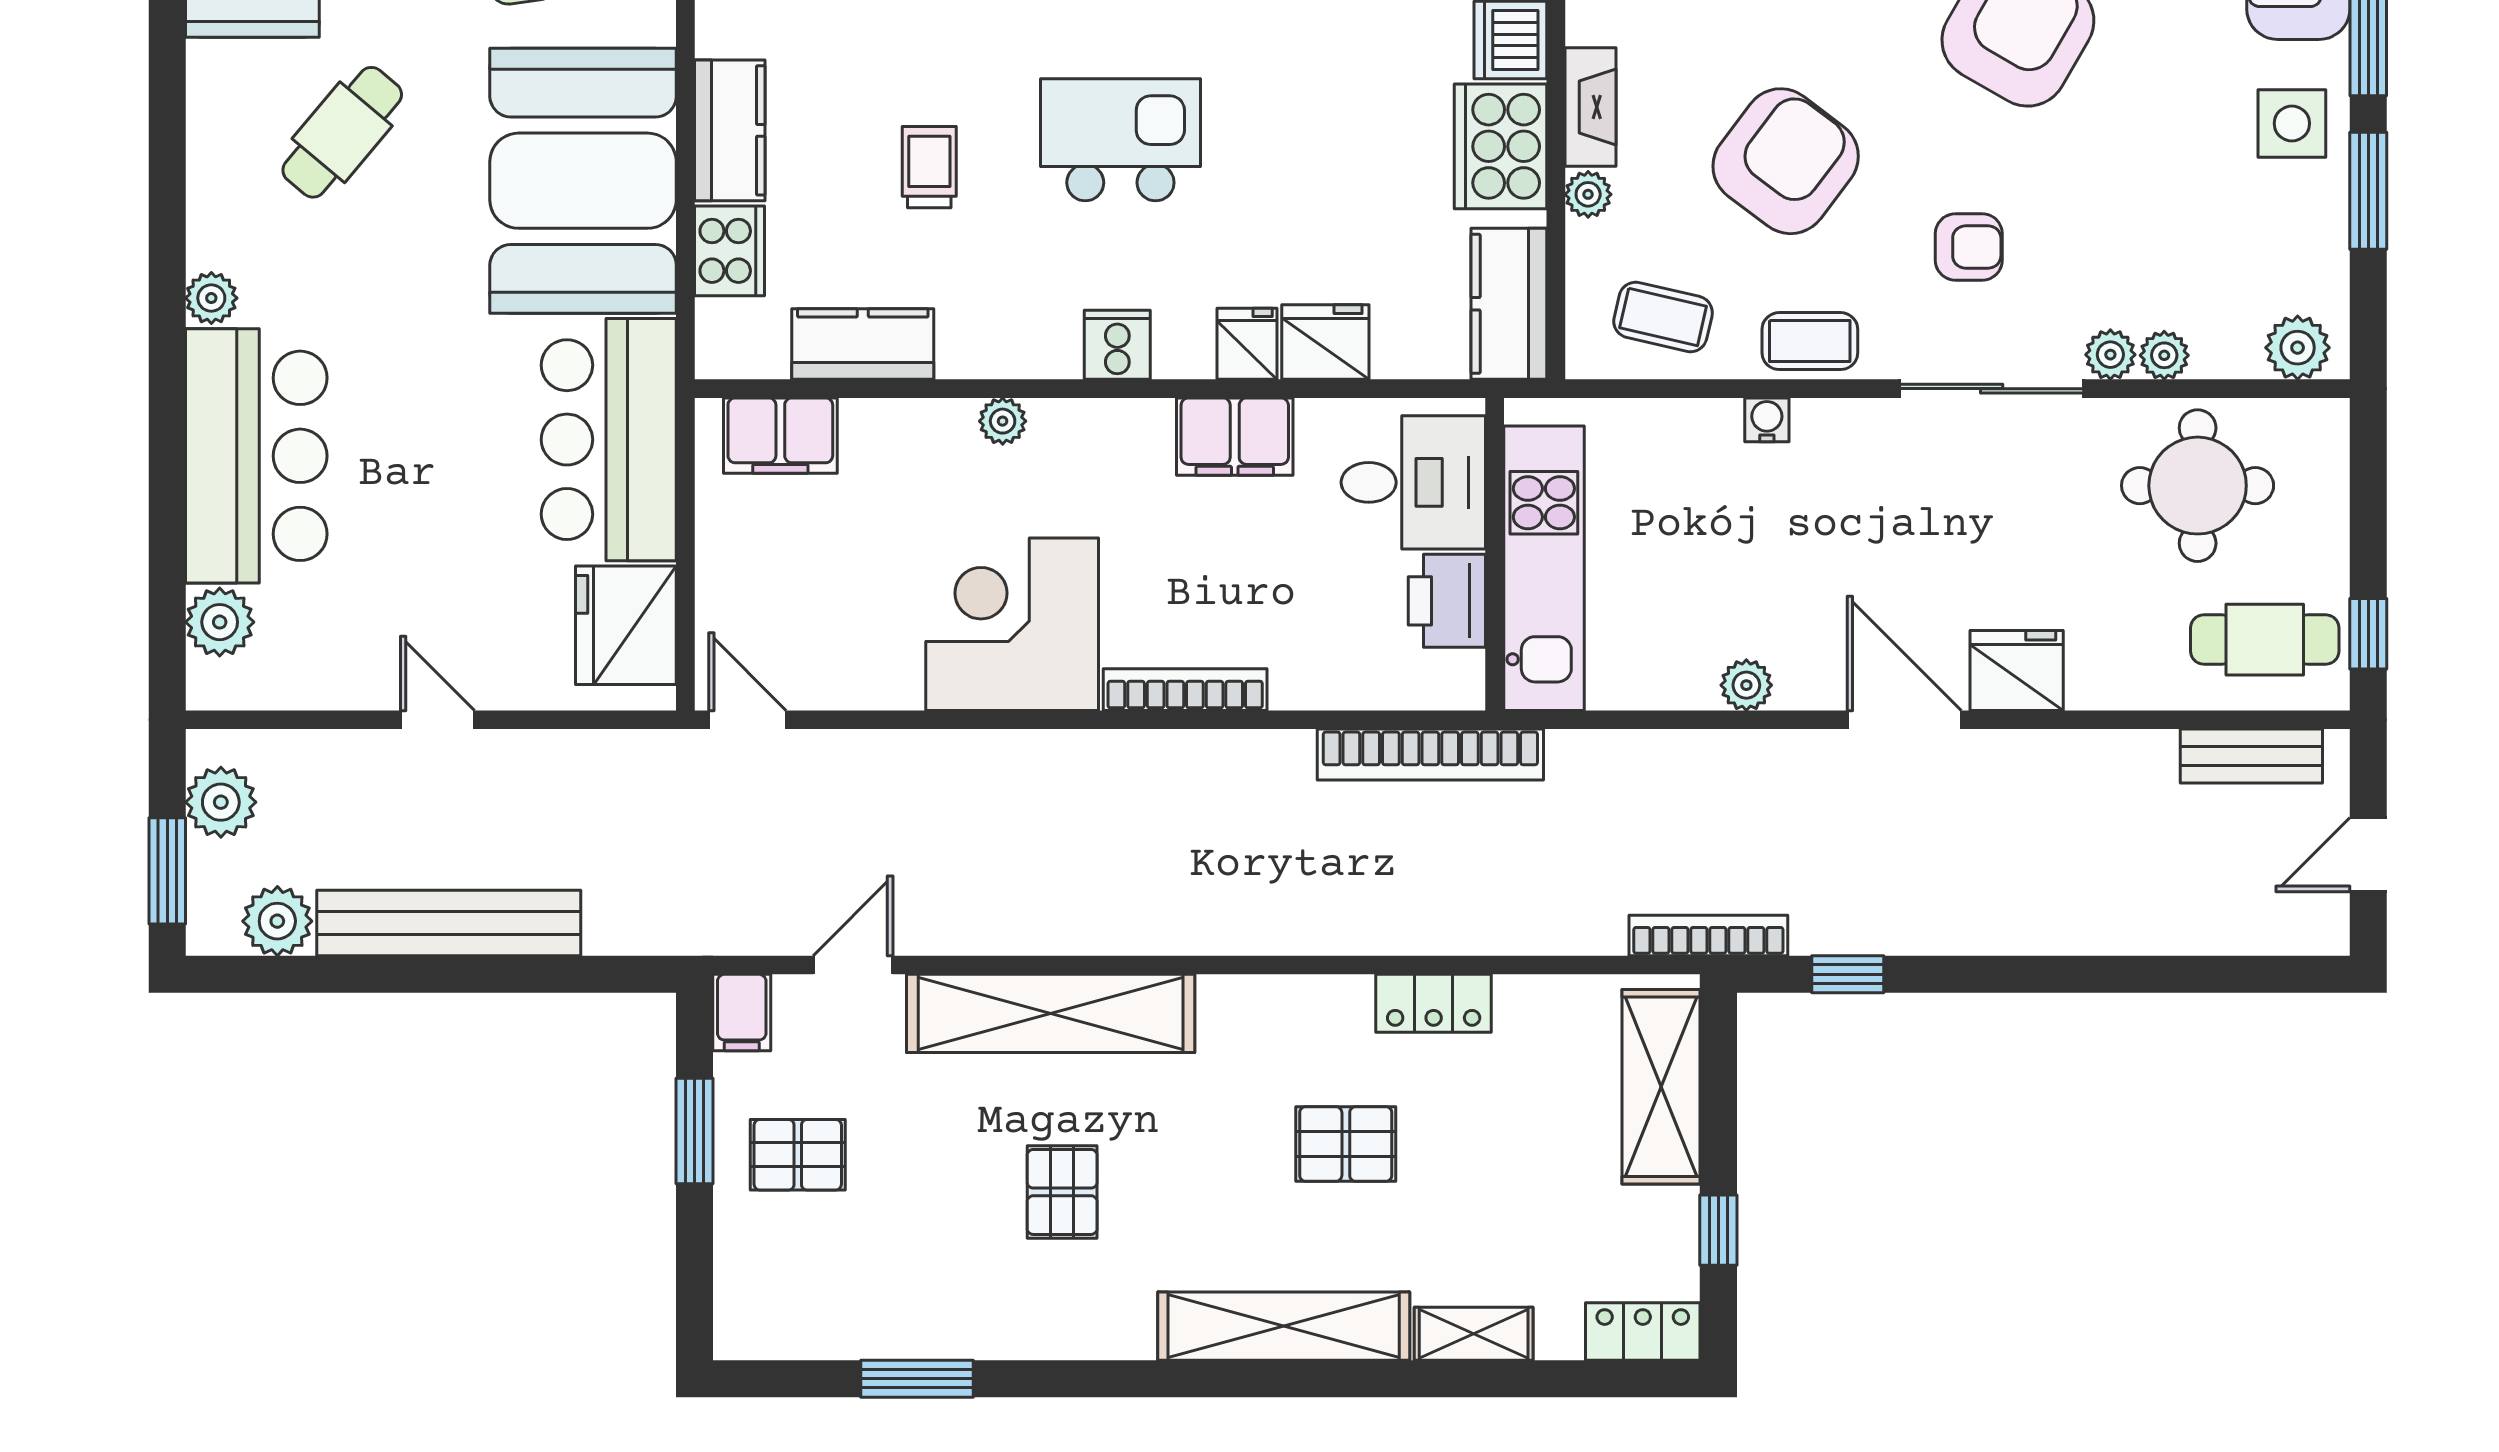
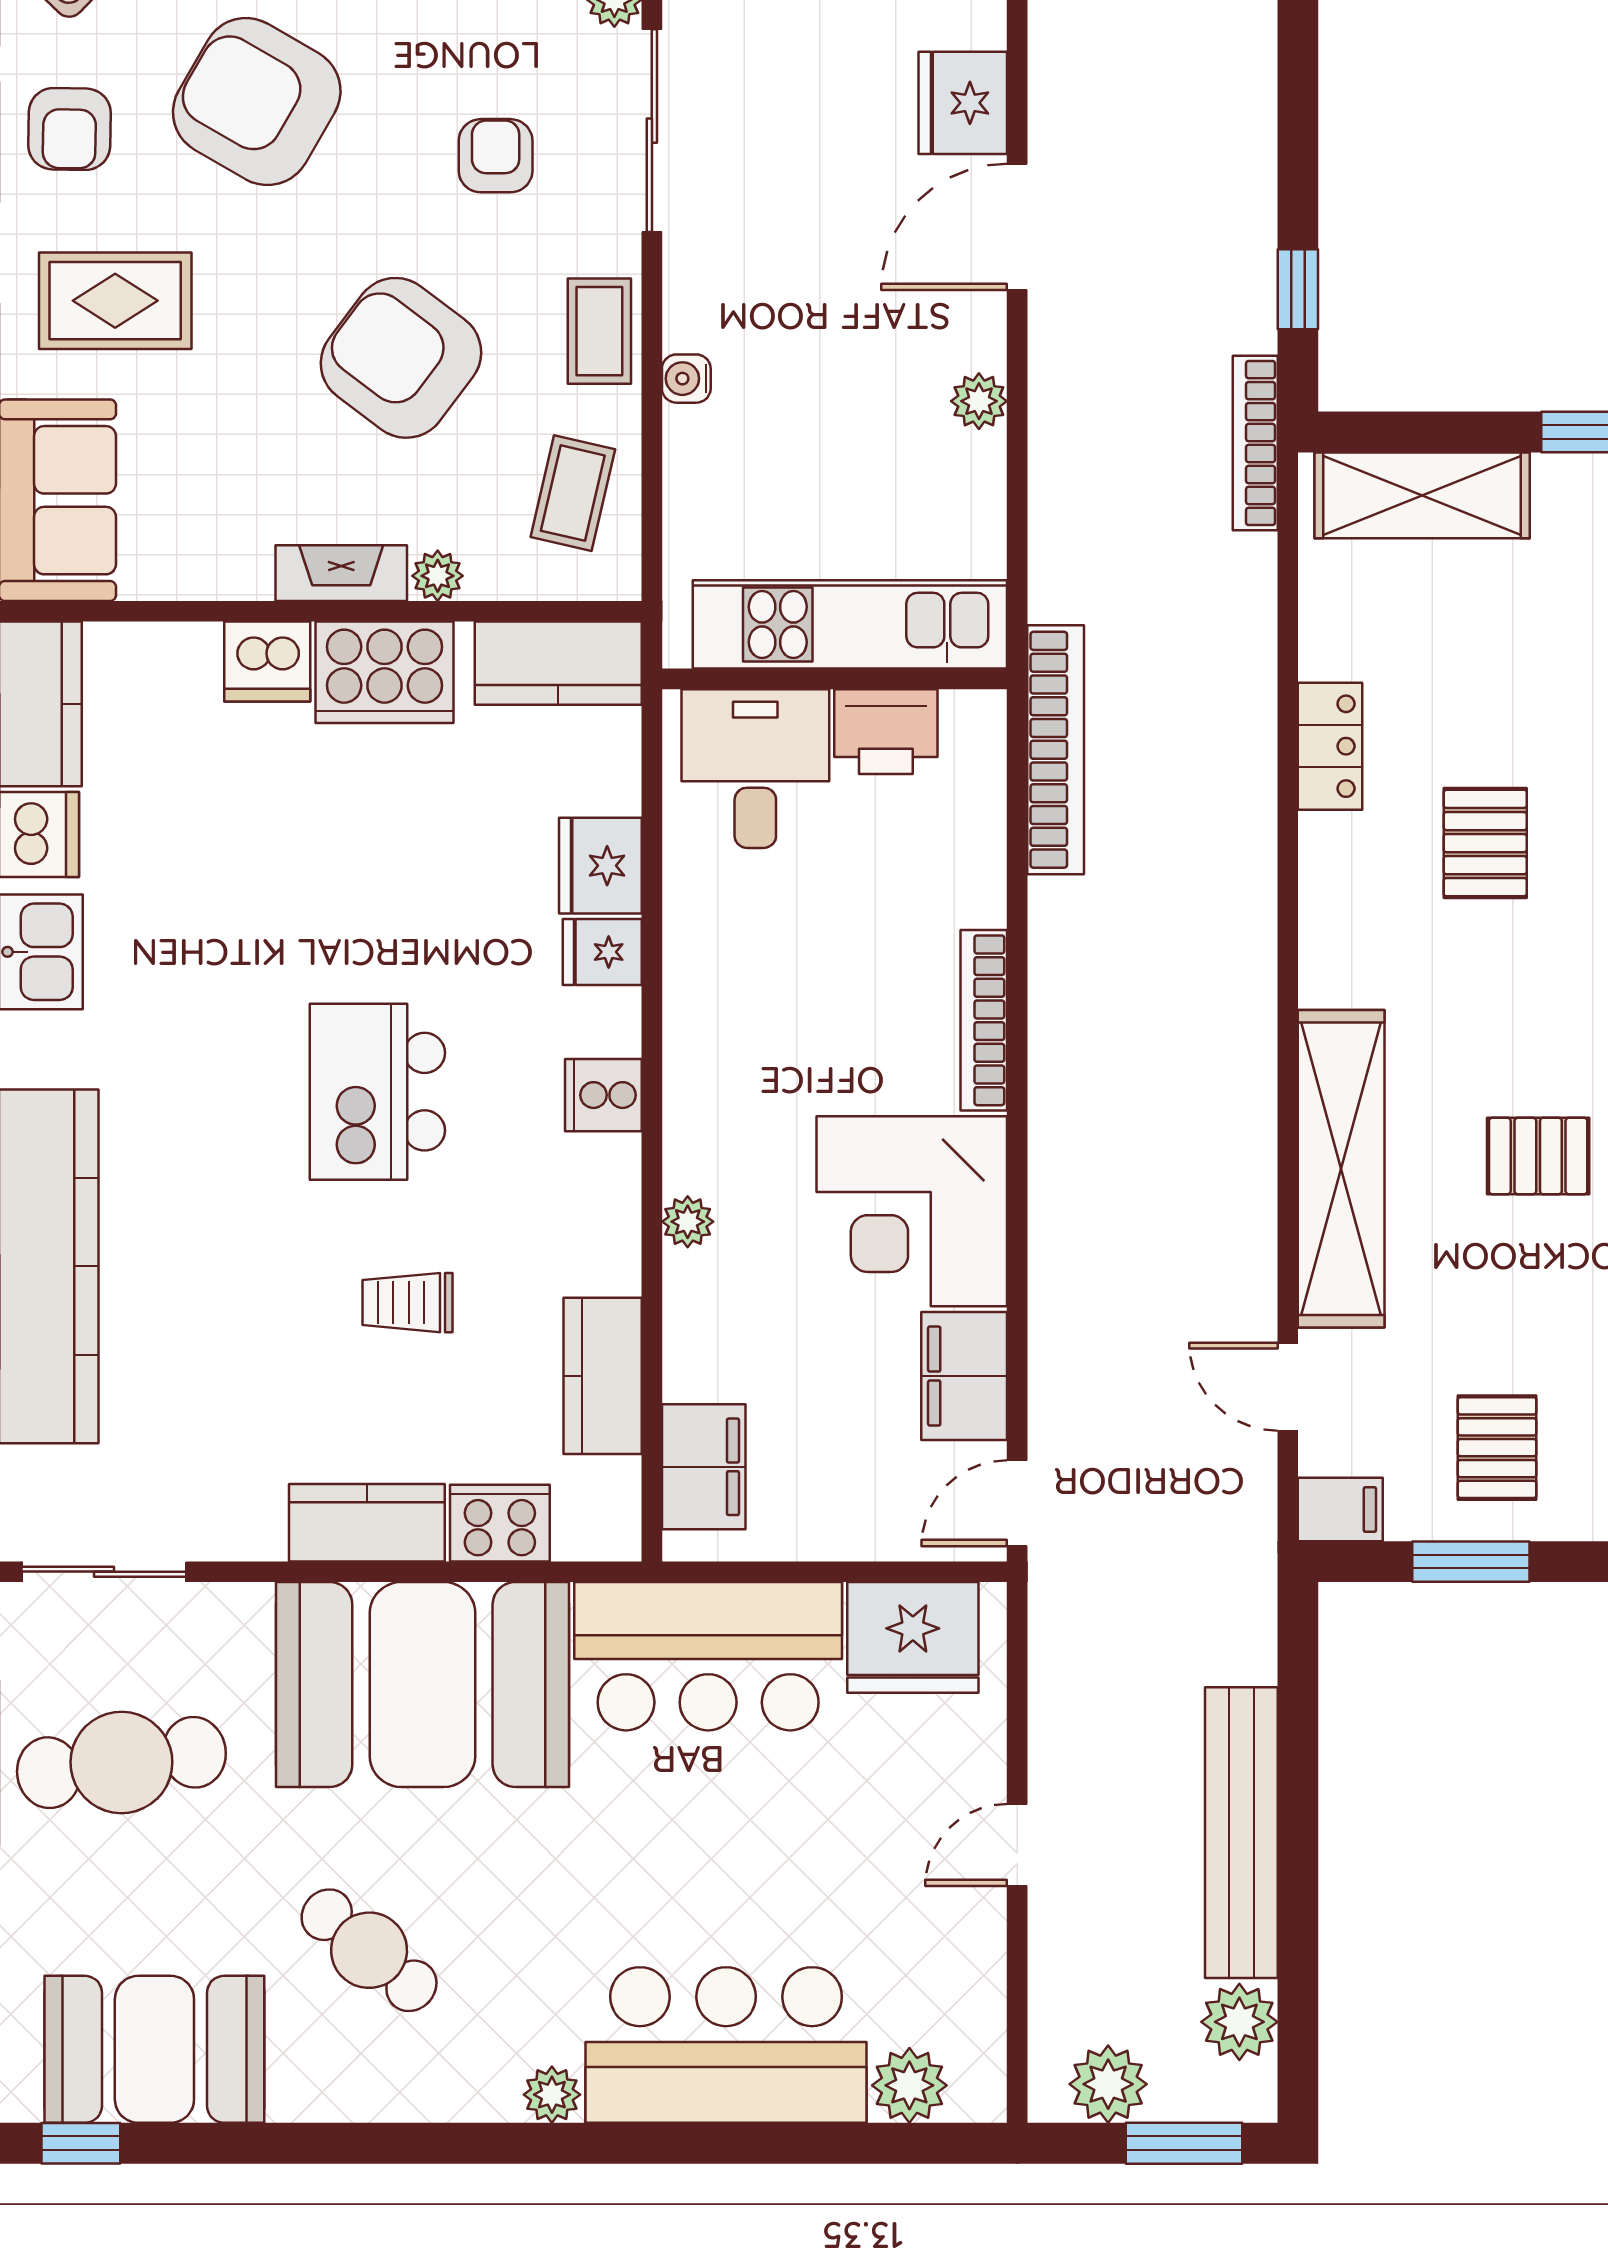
filing cabinet: (1235, 437) -> (964, 1376), moved, turned 180

